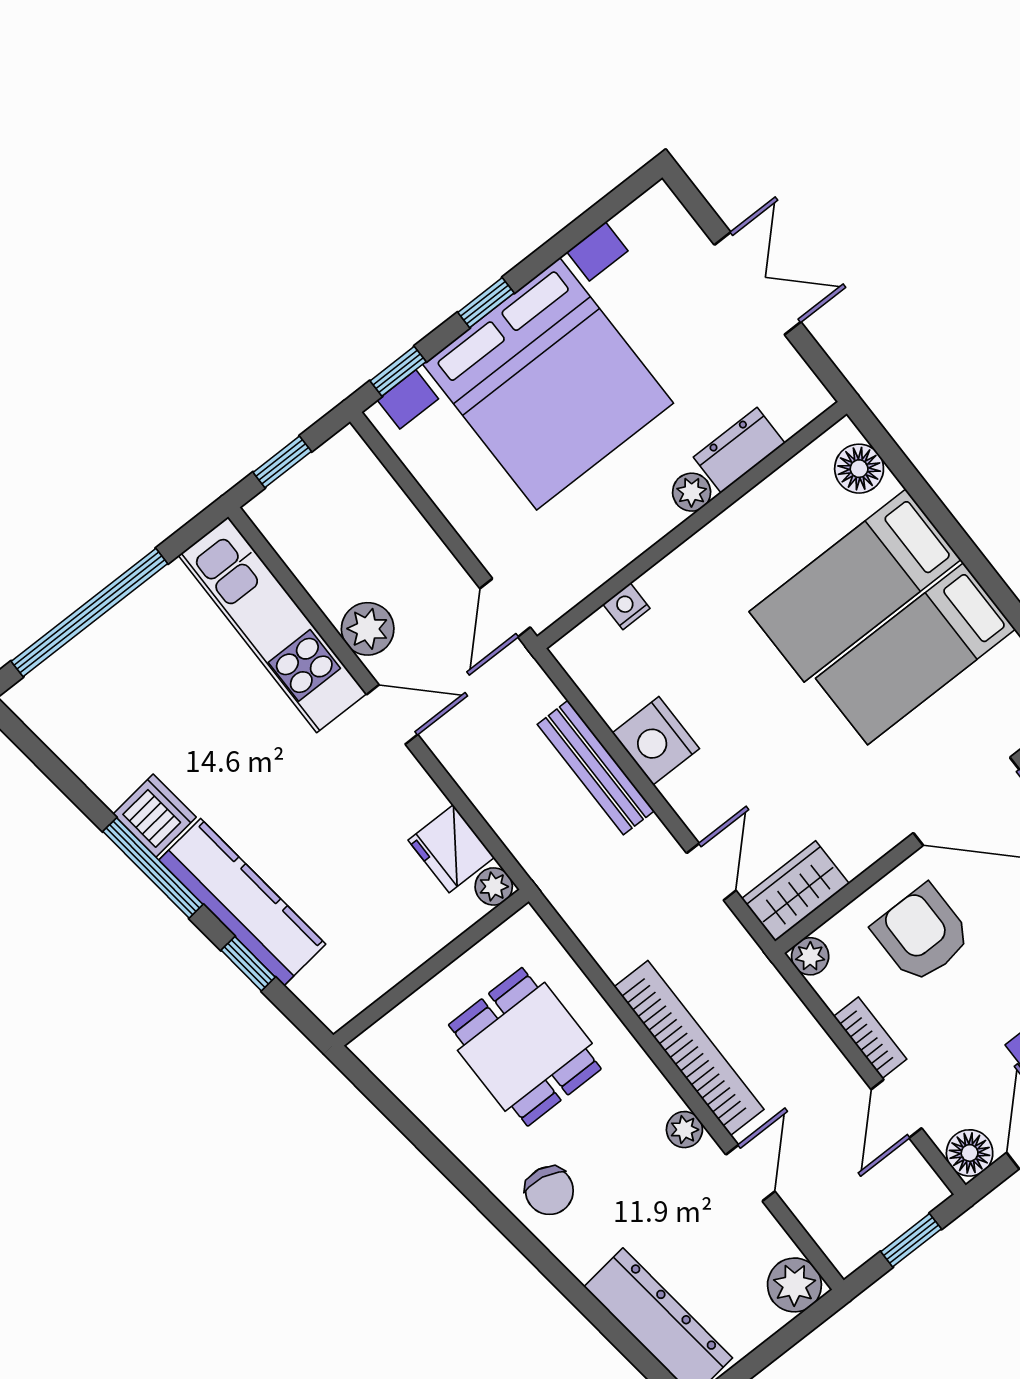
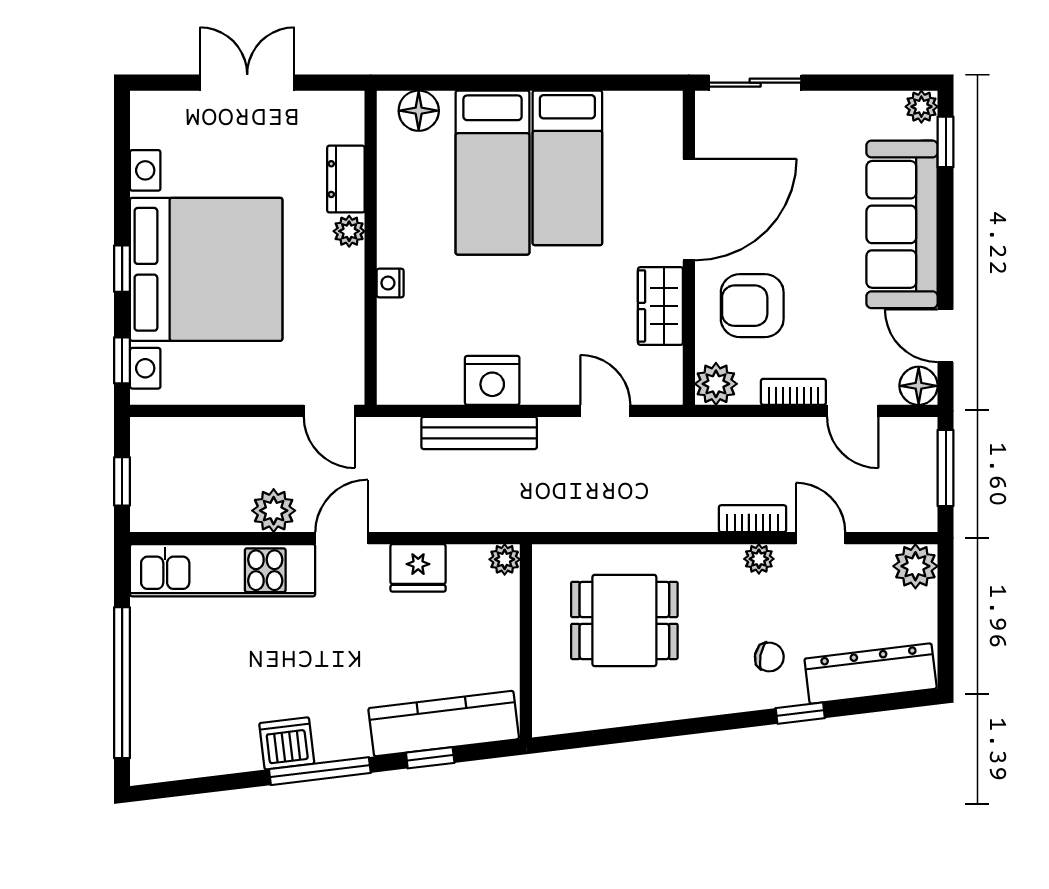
nightstand: (626, 606) -> (390, 283), moved
fridge: (451, 849) -> (418, 568), moved
wardrobe: (795, 891) -> (660, 306), moved
kitchen counter: (242, 902) -> (444, 724), moved
plant: (810, 956) -> (716, 384), width x1.38, depth x1.38
bookcase: (689, 1048) -> (753, 519), width x0.43, depth x0.76
chair: (549, 1191) -> (769, 657), moved, width x0.73, depth x0.73
window: (911, 1240) -> (946, 468), width x1.50
window: (568, 1285) -> (800, 713), added

